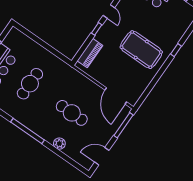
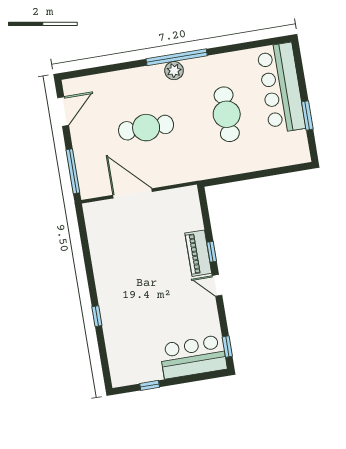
pool table: (141, 50) -> (137, 278), removed
piano: (90, 53) -> (198, 253), moved
door: (116, 96) -> (133, 193), moved
plant: (59, 144) -> (174, 71), moved

